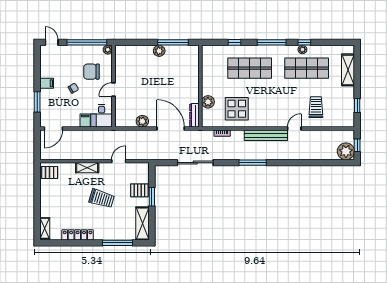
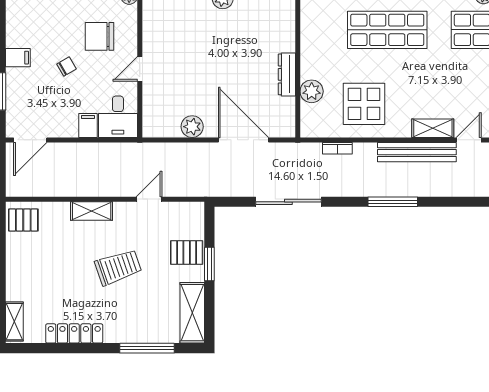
dresser: (194, 115) -> (287, 74), moved
shelving: (275, 122) -> (433, 128), added
trolley: (102, 198) -> (118, 267), turned -36

